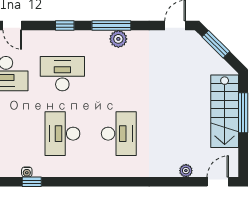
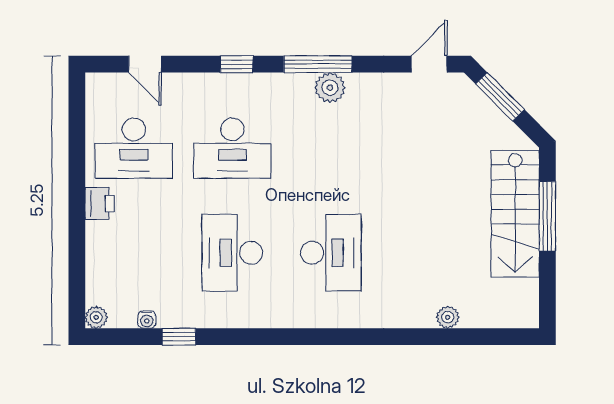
desk: (62, 74) -> (232, 148), turned 180
water cooler: (27, 172) -> (147, 320), moved
door: (218, 182) -> (504, 337), removed

